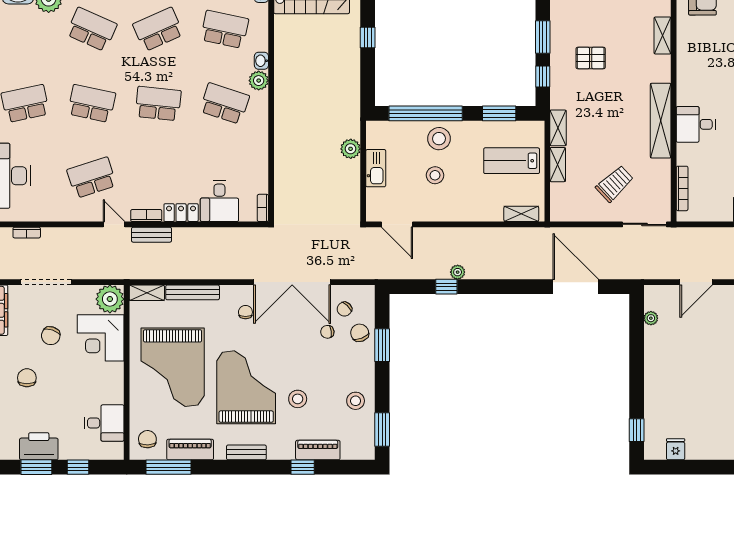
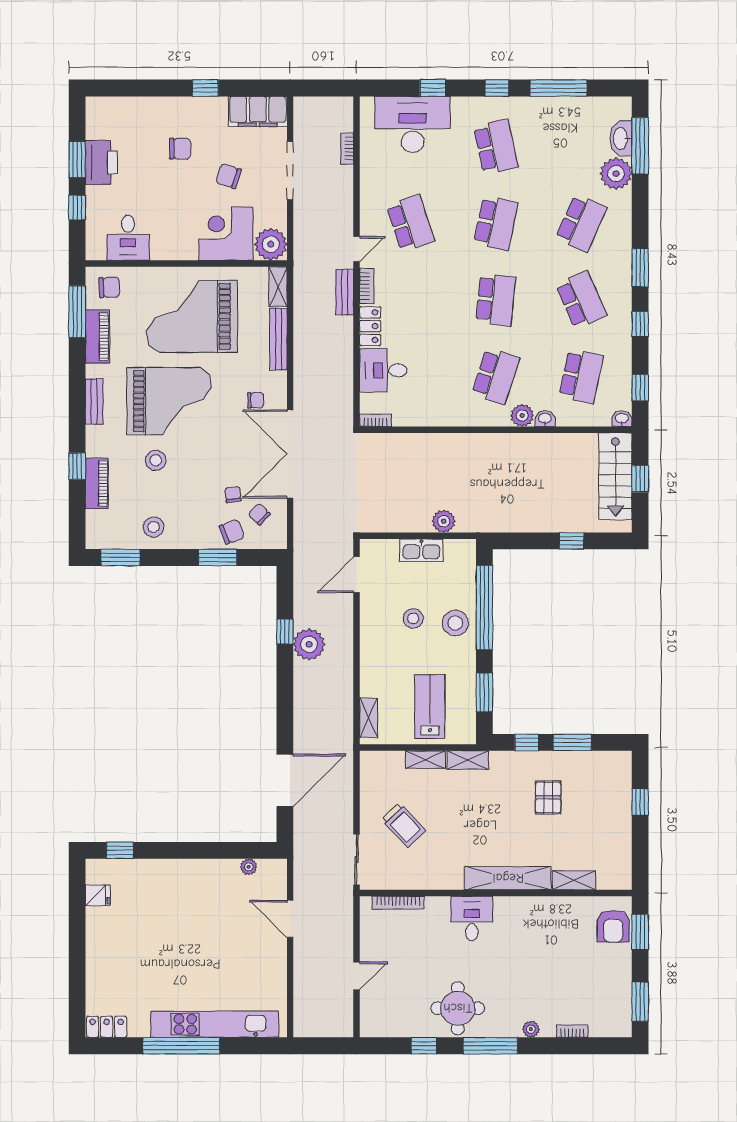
shelving: (661, 121) -> (508, 878), moved
plant: (458, 272) -> (309, 644), width x1.88, depth x1.88

